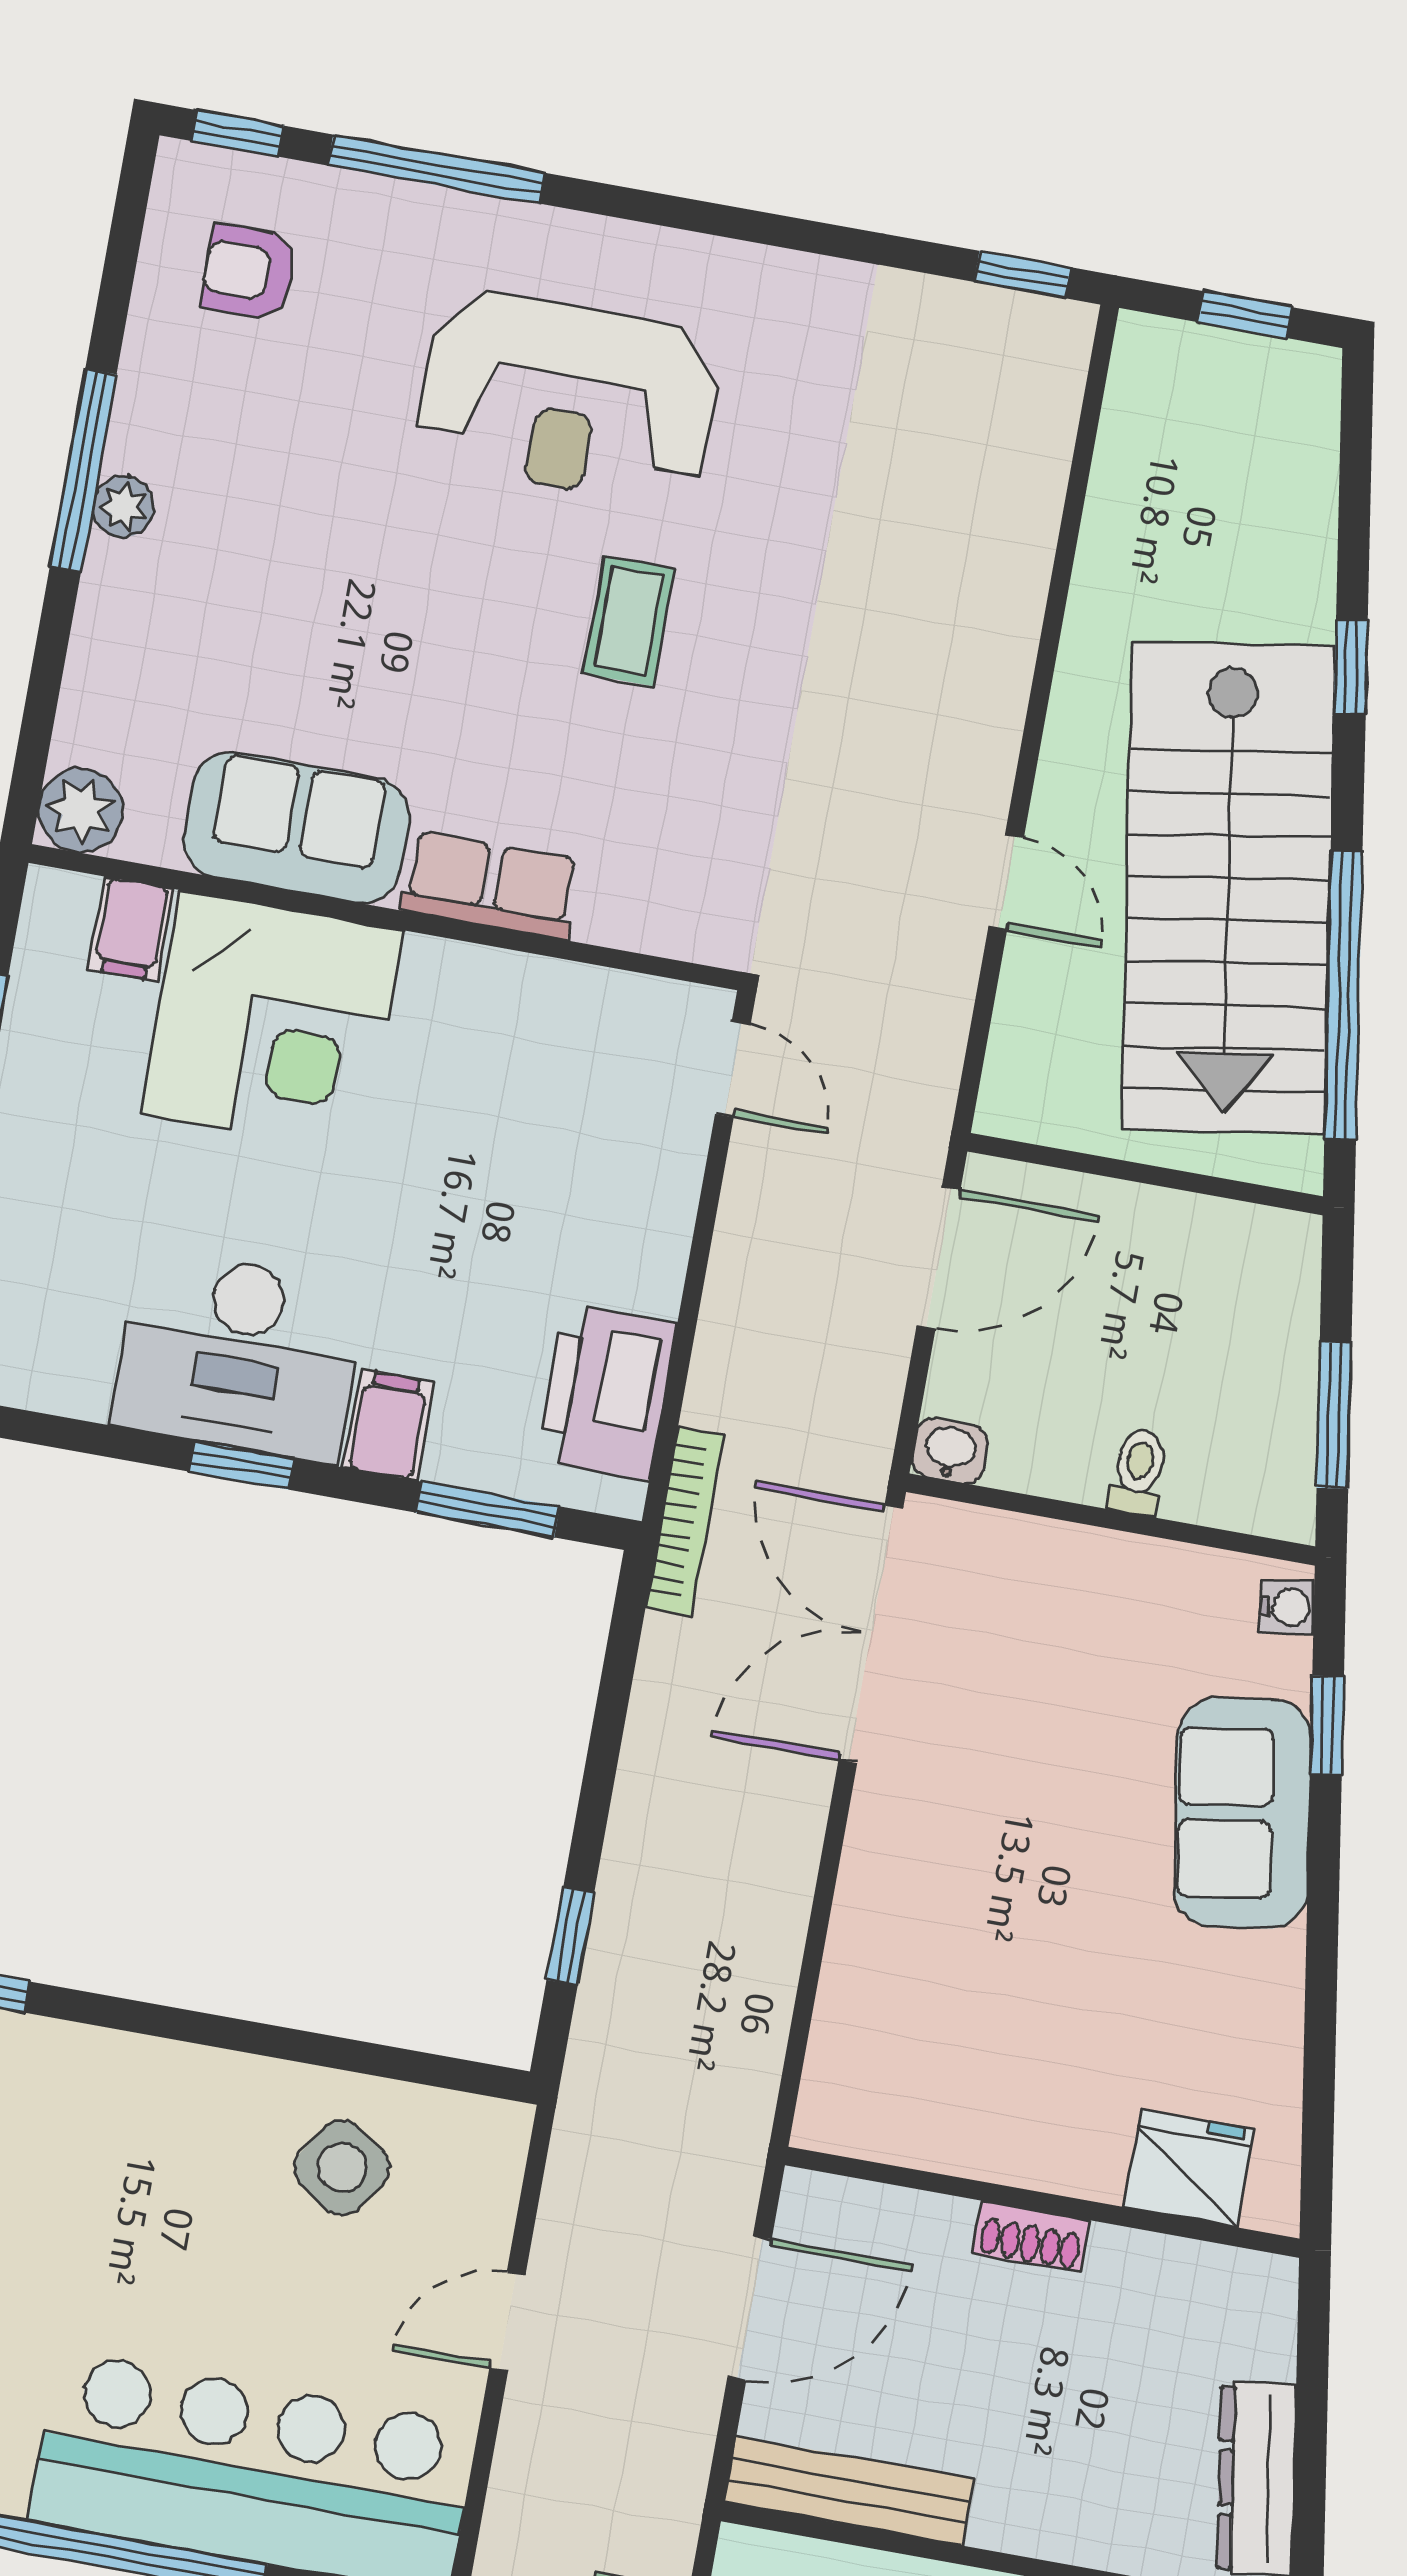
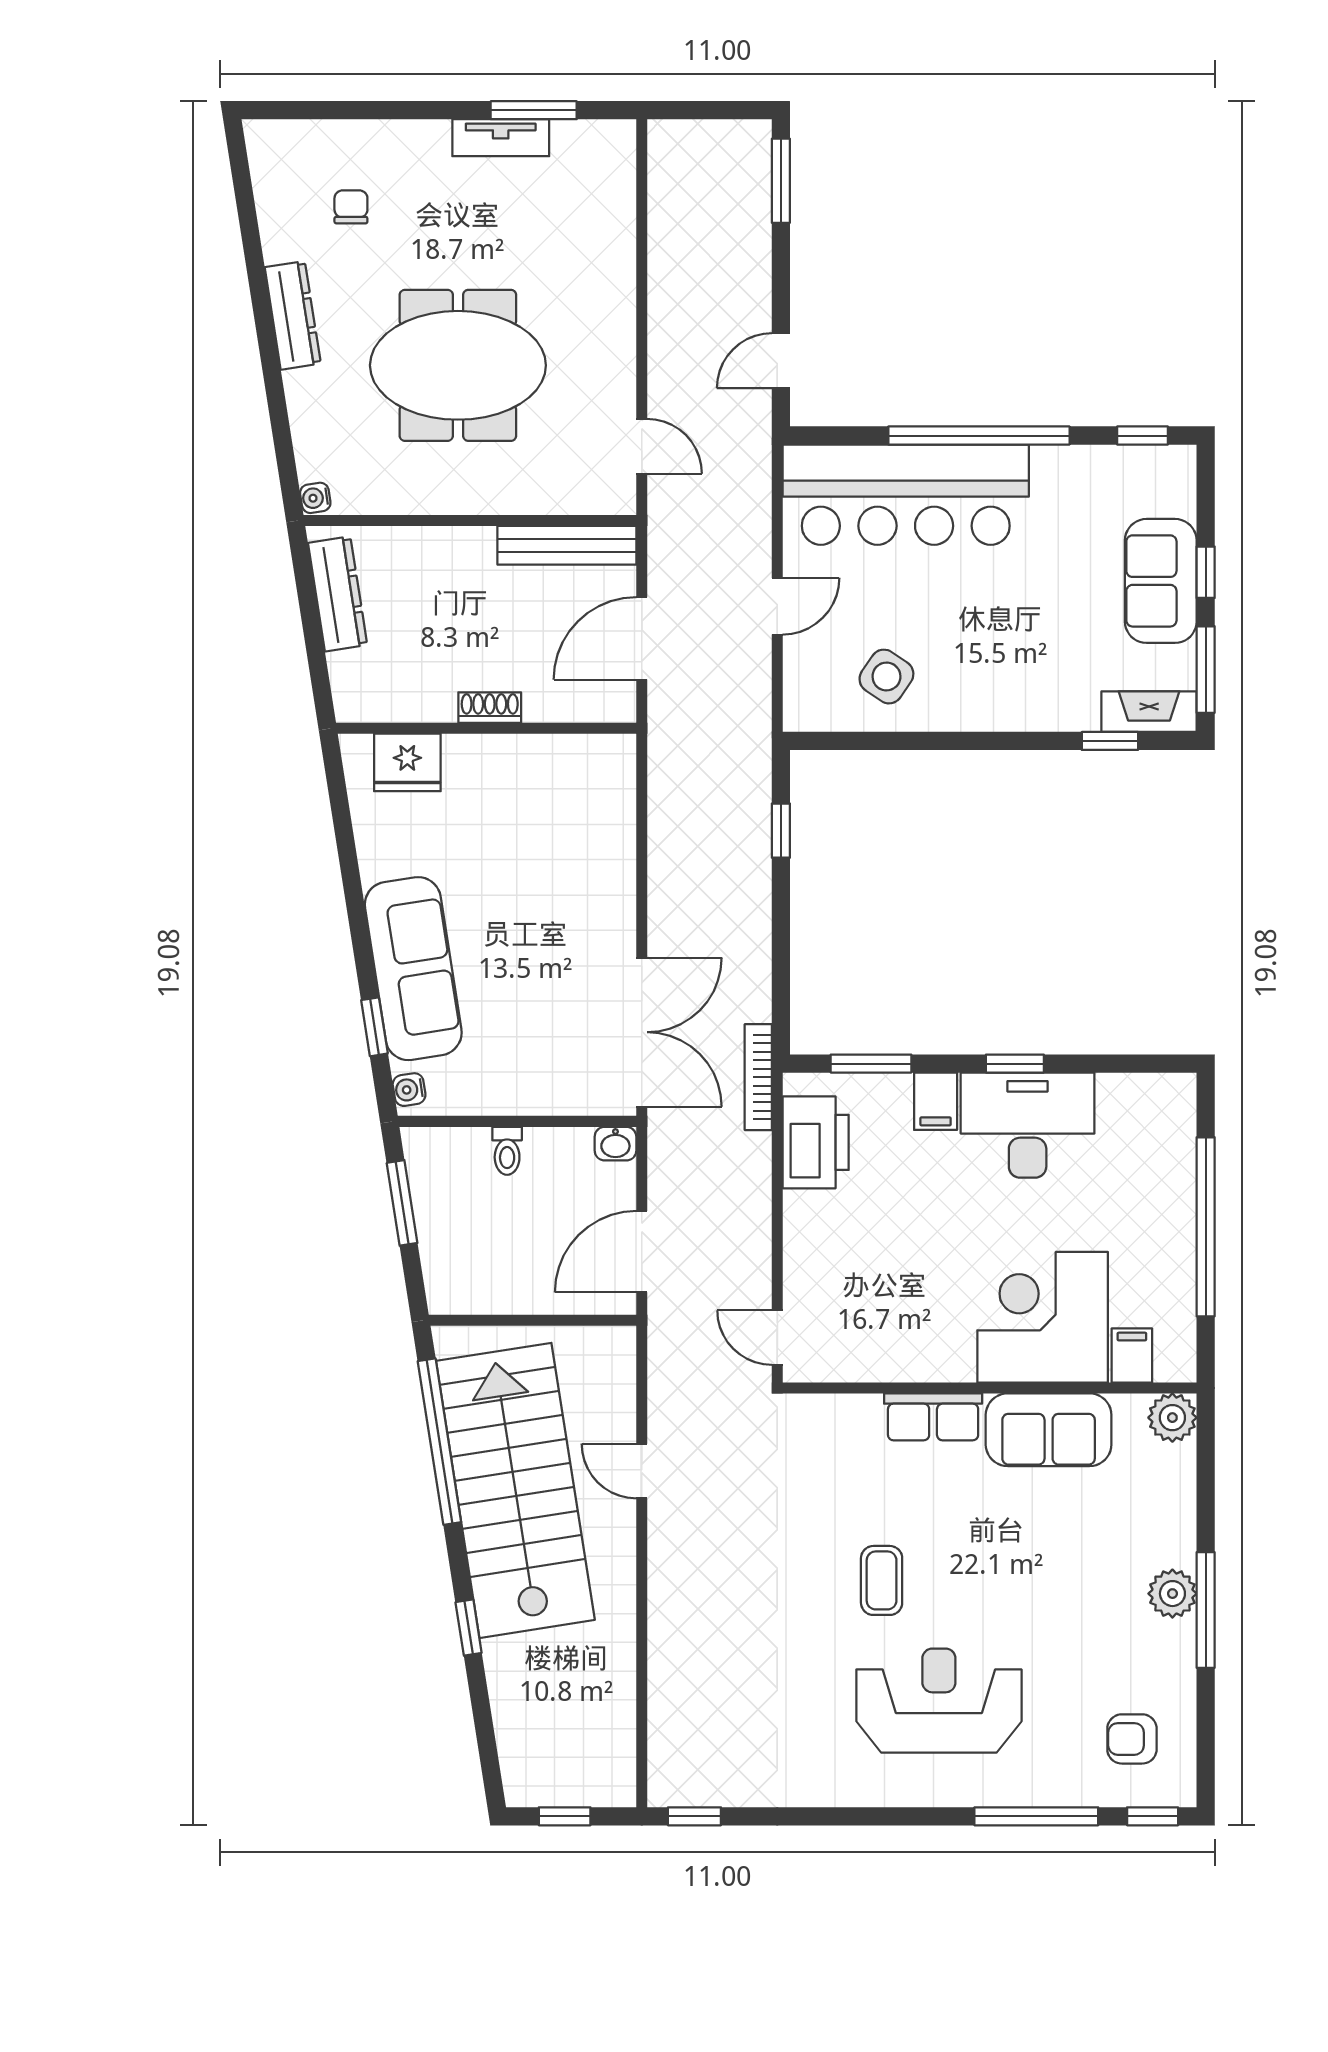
armchair: (249, 272) -> (1132, 1739), turned 180
plant: (124, 507) -> (1172, 1594), width x1.38, depth x1.38
sofa: (1243, 1813) -> (413, 969), width x1.36

